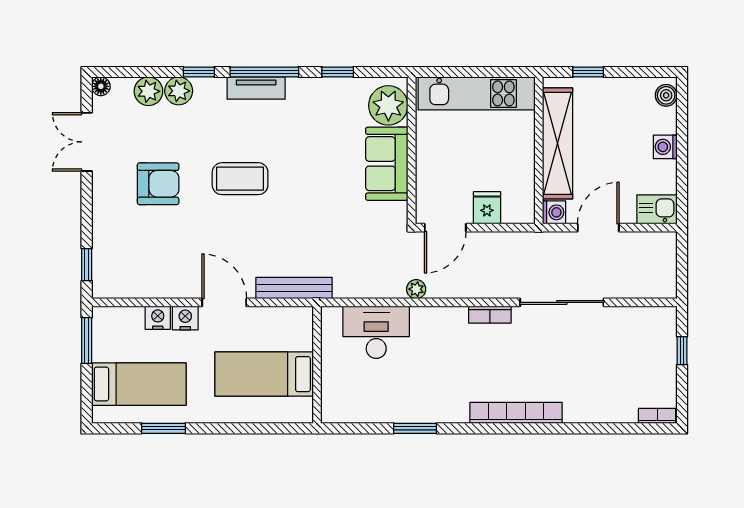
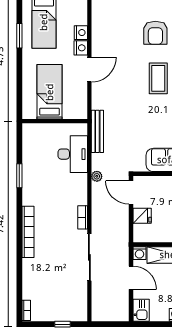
bench: (294, 288) -> (97, 131), moved

